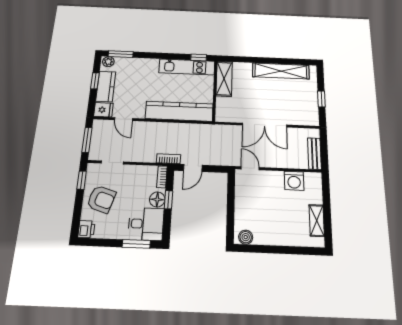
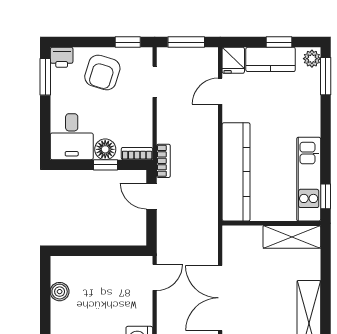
boiler: (246, 237) -> (60, 292), moved
window: (136, 244) -> (45, 77), moved

